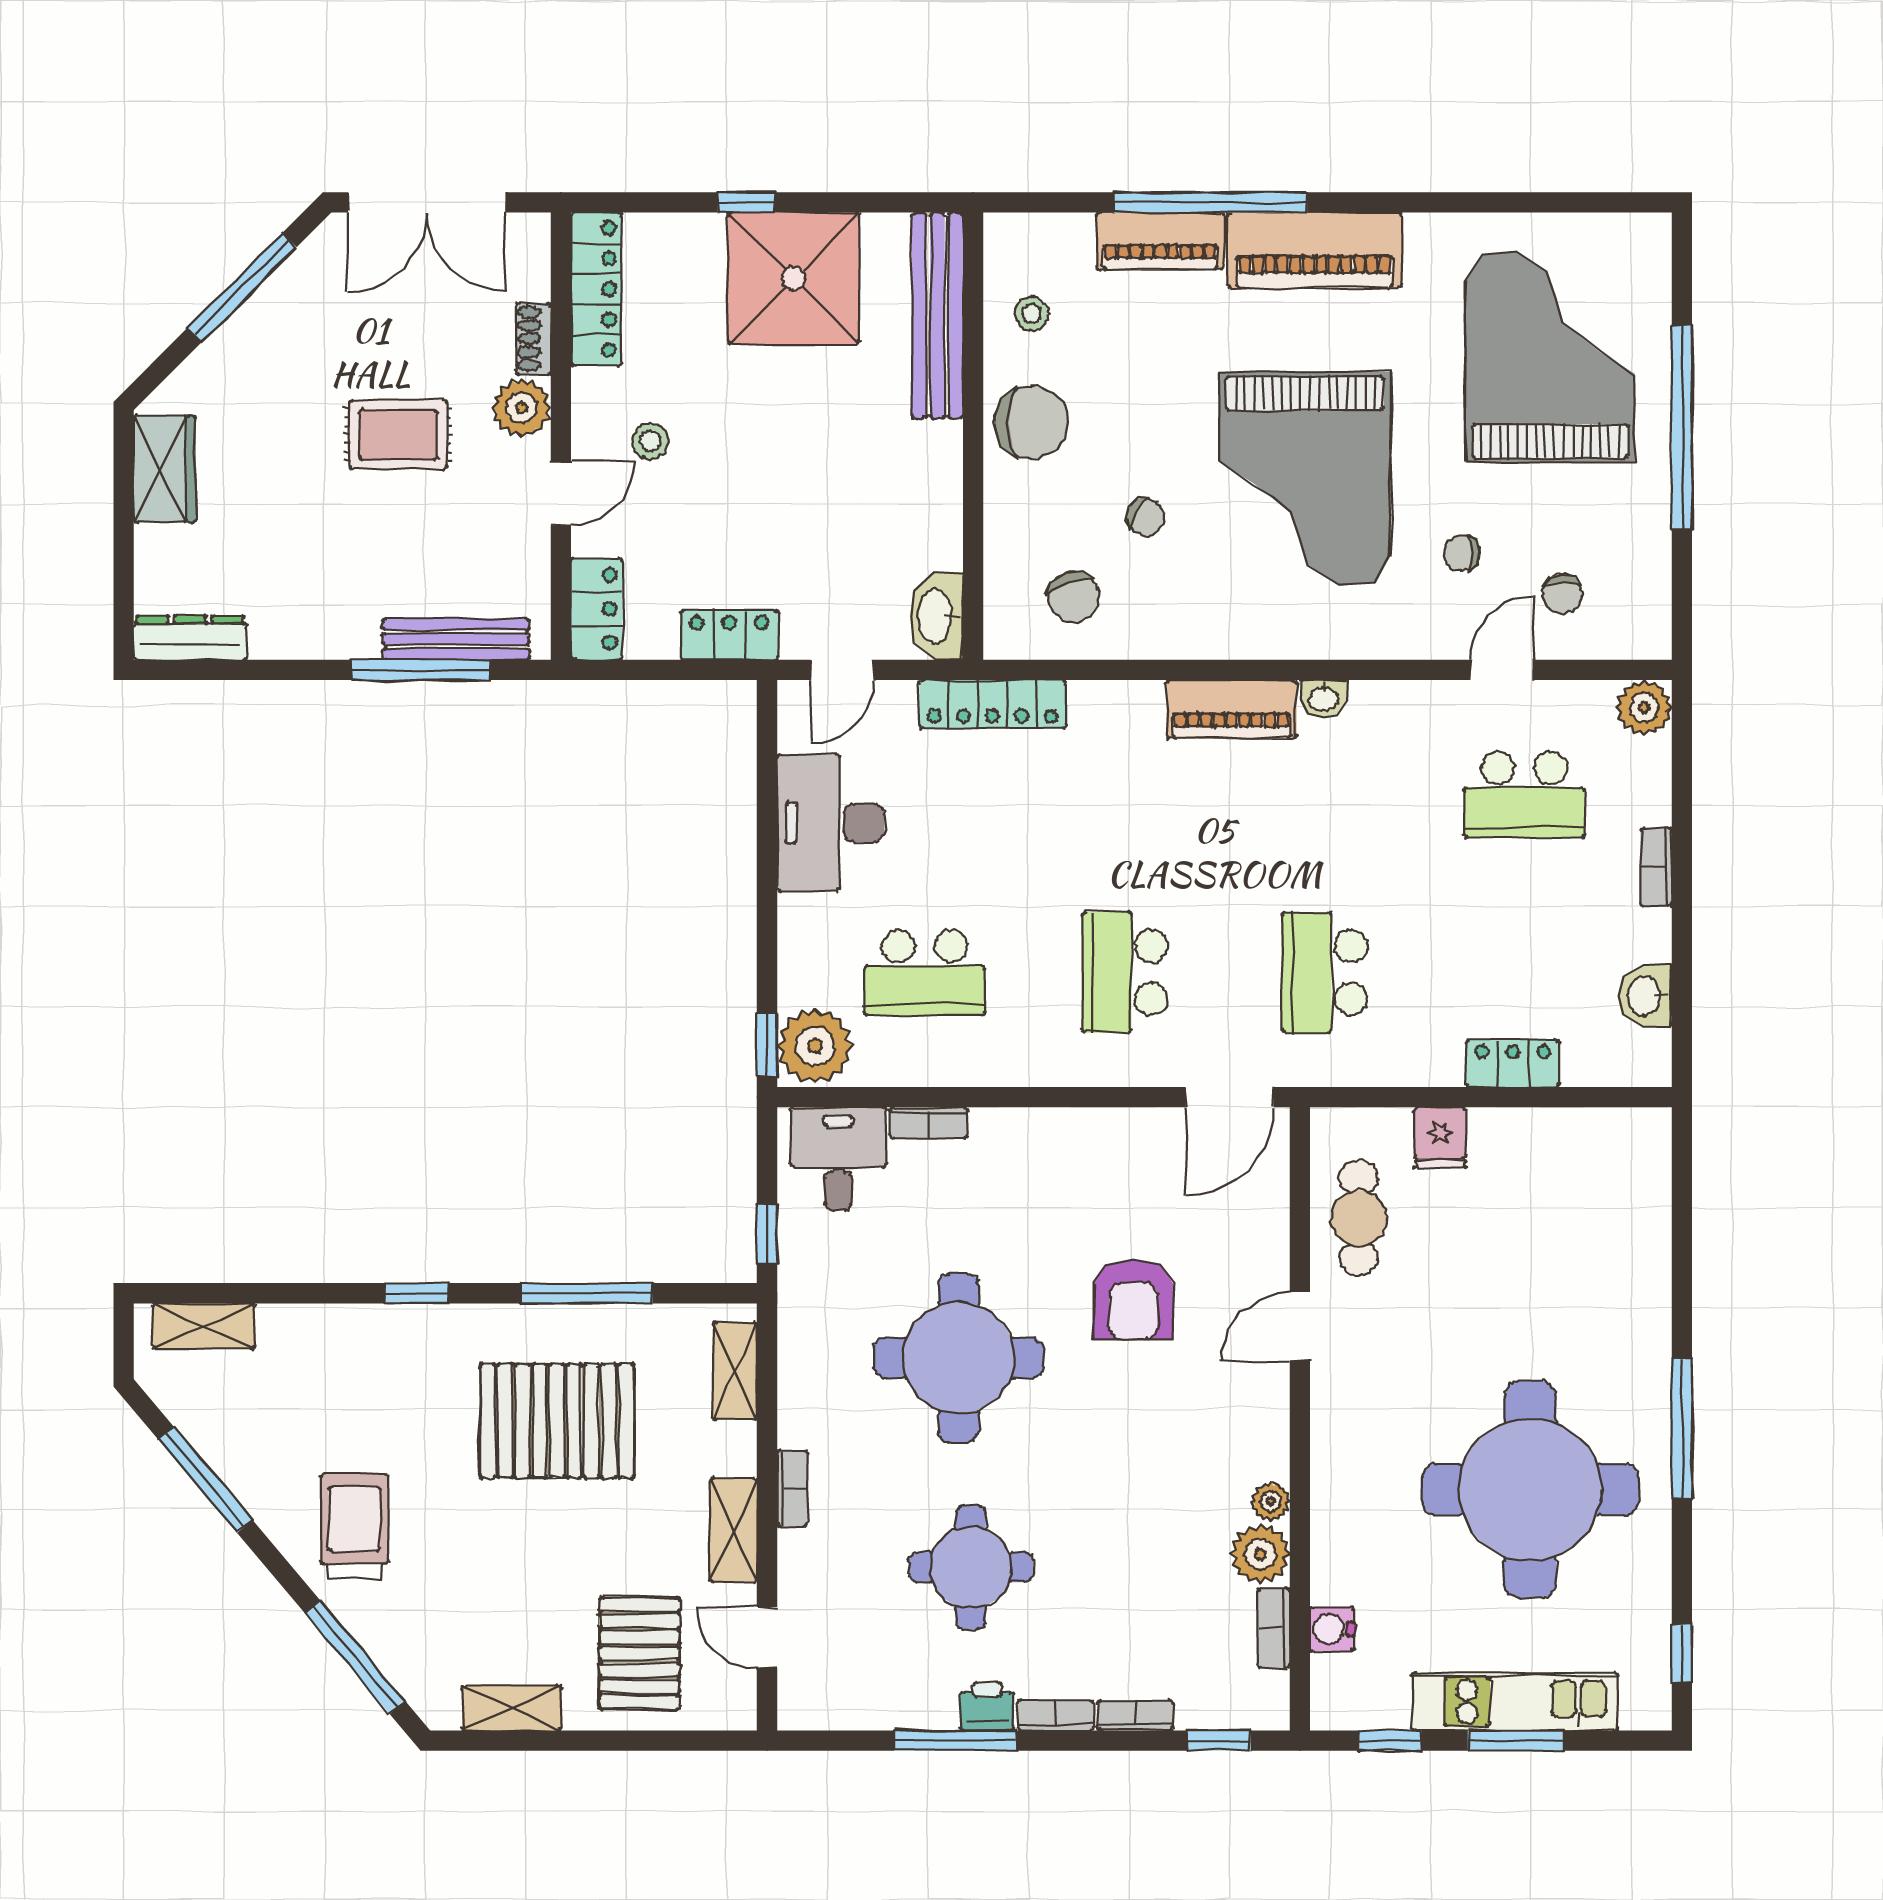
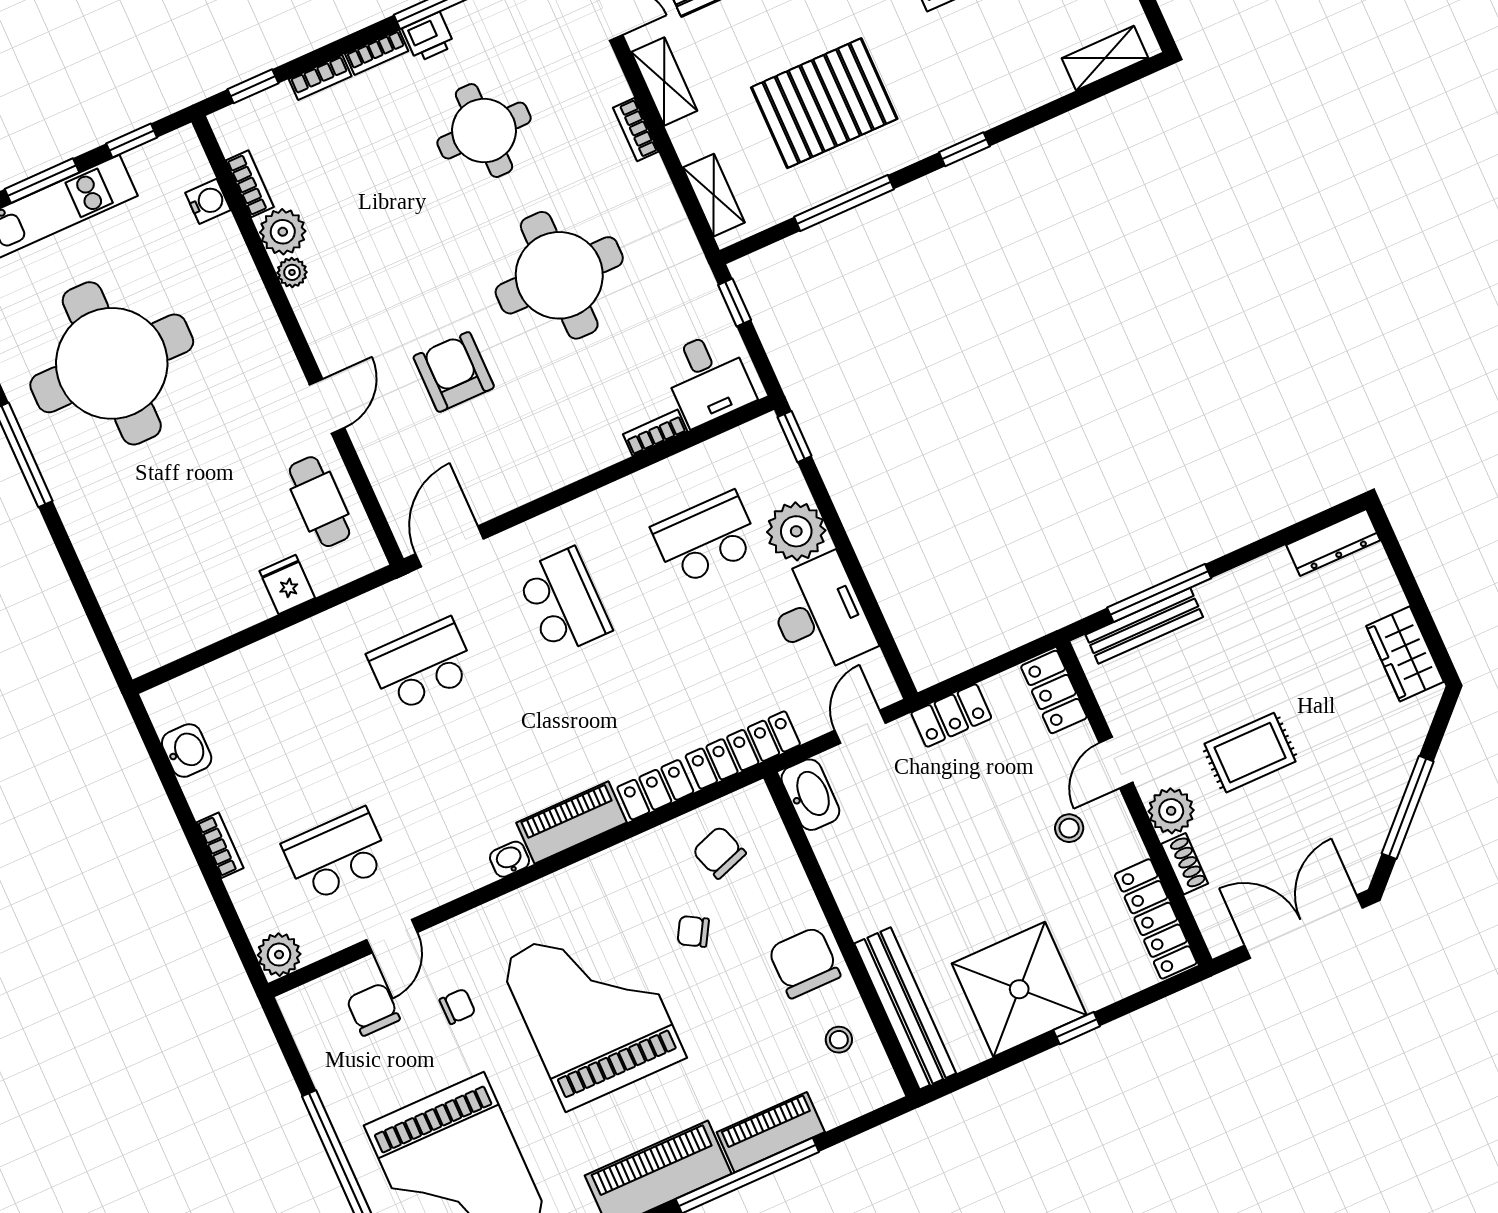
chair: (1032, 422) -> (804, 962), turned 90
chair: (1562, 594) -> (373, 1009), width x1.37, depth x1.37
school desk: (1324, 973) -> (422, 665), turned -90
plant: (815, 1046) -> (796, 531), moved
locker: (1513, 1064) -> (655, 790), moved, turned 180

